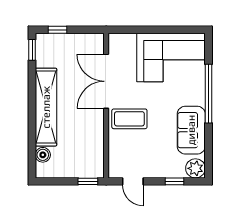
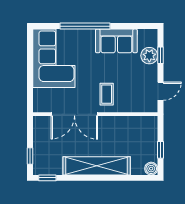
coffee table: (129, 119) -> (107, 94), width x0.73, depth x0.77
boiler: (43, 155) -> (151, 169), moved
plant: (195, 168) -> (149, 56), moved
window: (88, 181) -> (160, 150), moved

